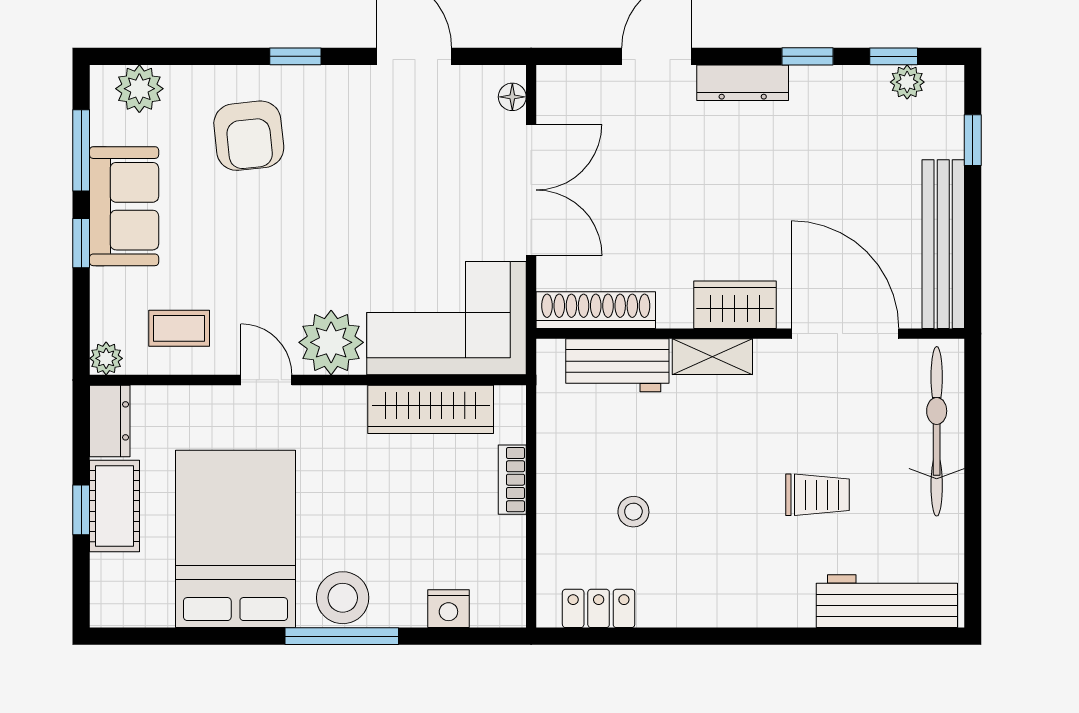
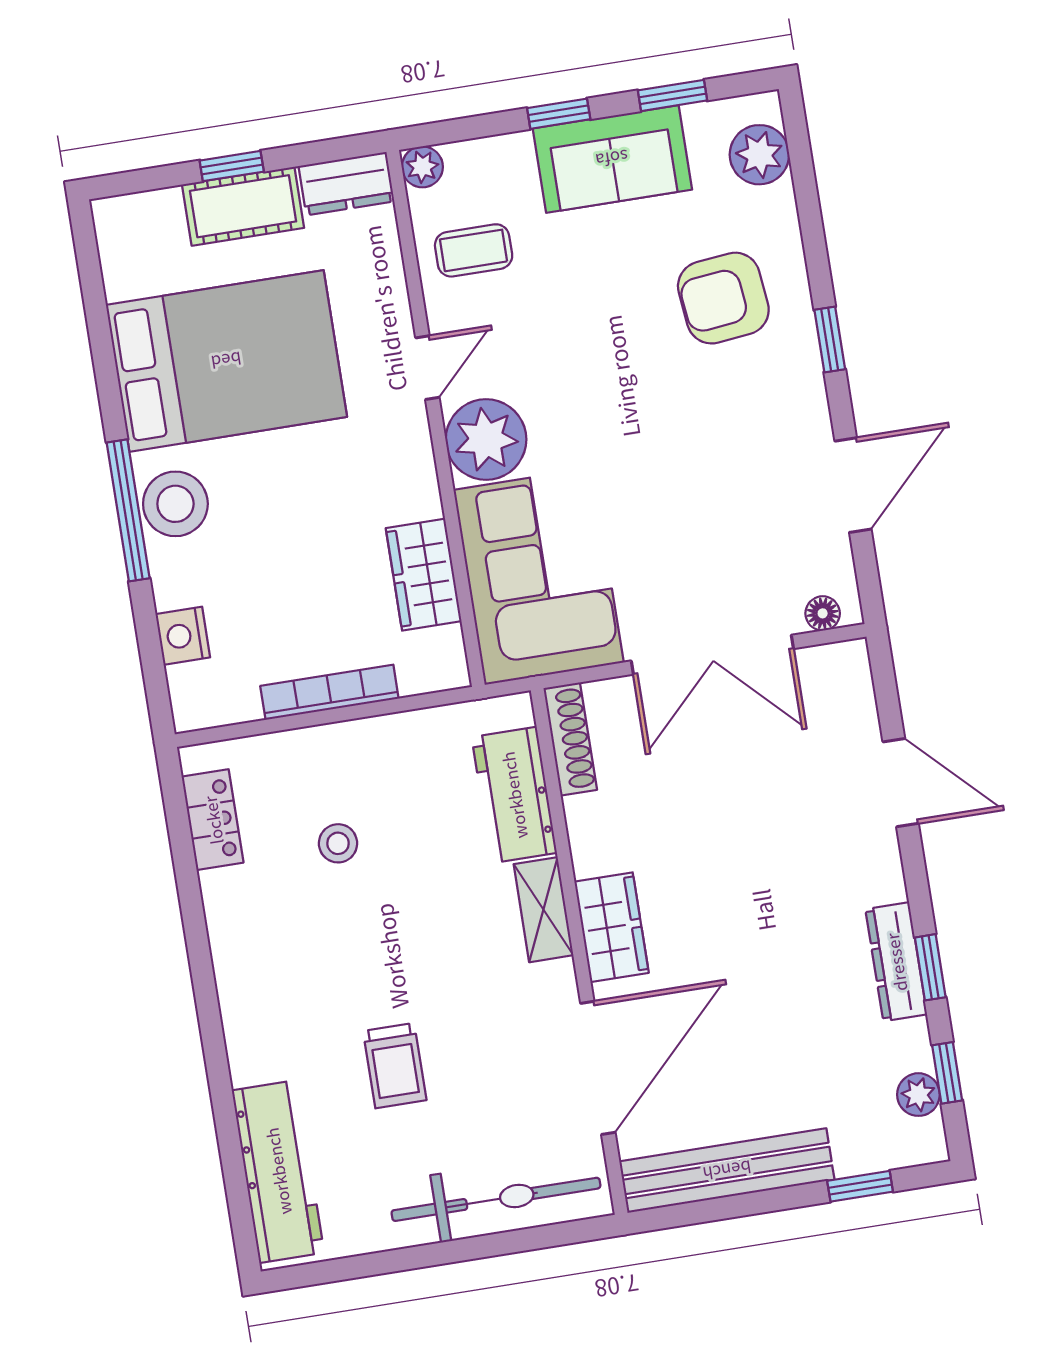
dresser: (743, 83) -> (896, 962), moved
window: (81, 150) -> (673, 95), width x0.67
shoe rack: (596, 310) -> (570, 739), width x0.74, depth x0.81
coffee table: (179, 328) -> (474, 250), turned 90
wardrobe: (431, 409) -> (424, 575), width x0.67
bookcase: (512, 480) -> (329, 692), width x1.56

